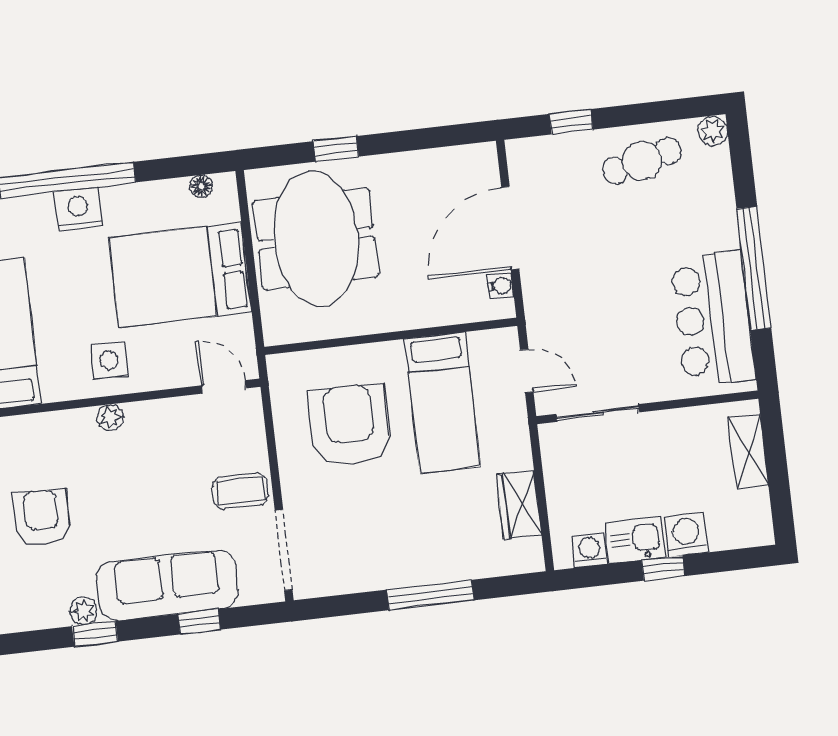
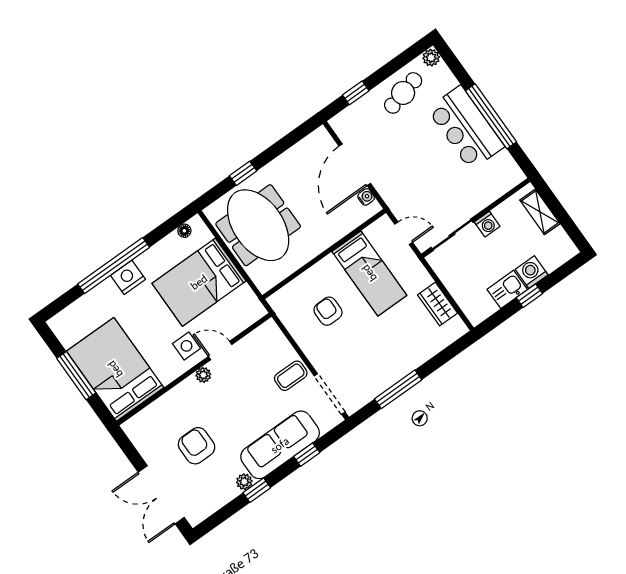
bar counter: (713, 319) -> (466, 128), moved
door: (224, 387) -> (220, 351), moved
armchair: (349, 425) -> (328, 311), width x0.53, depth x0.53
washing machine: (589, 550) -> (487, 224), moved, turned 180
window: (430, 595) -> (398, 389), moved

